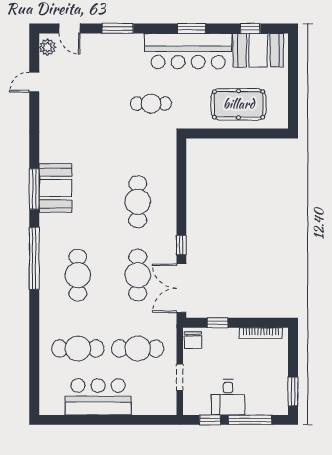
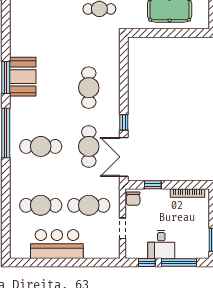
cafe table: (78, 275) -> (41, 146), turned 90

